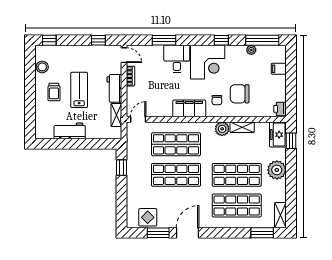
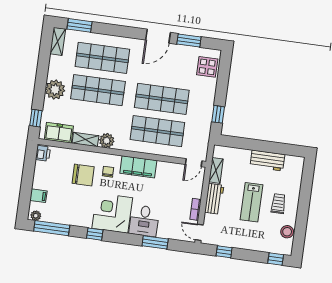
plant: (251, 50) -> (36, 216), moved
freezer: (278, 135) -> (59, 133), moved, turned -90
display table: (148, 217) -> (207, 67), moved

